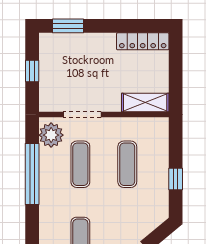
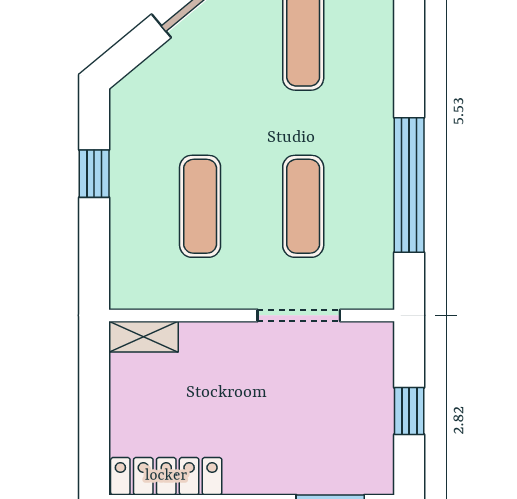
shelving: (145, 103) -> (143, 337), width x0.67, depth x0.75
plant: (51, 135) -> (367, 270), removed

